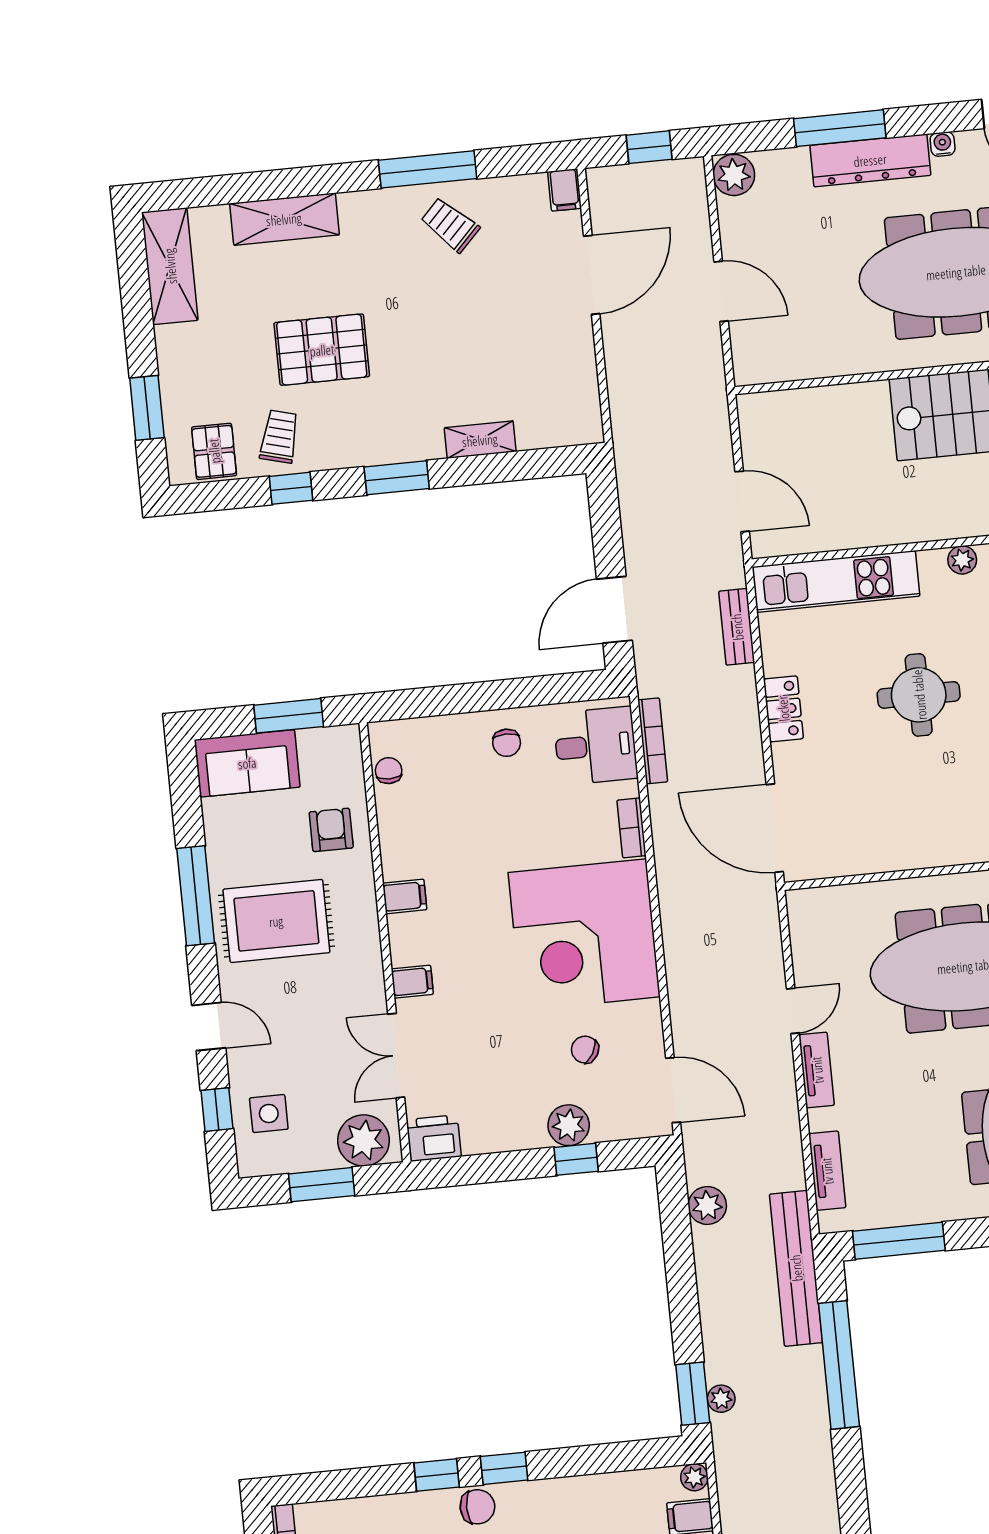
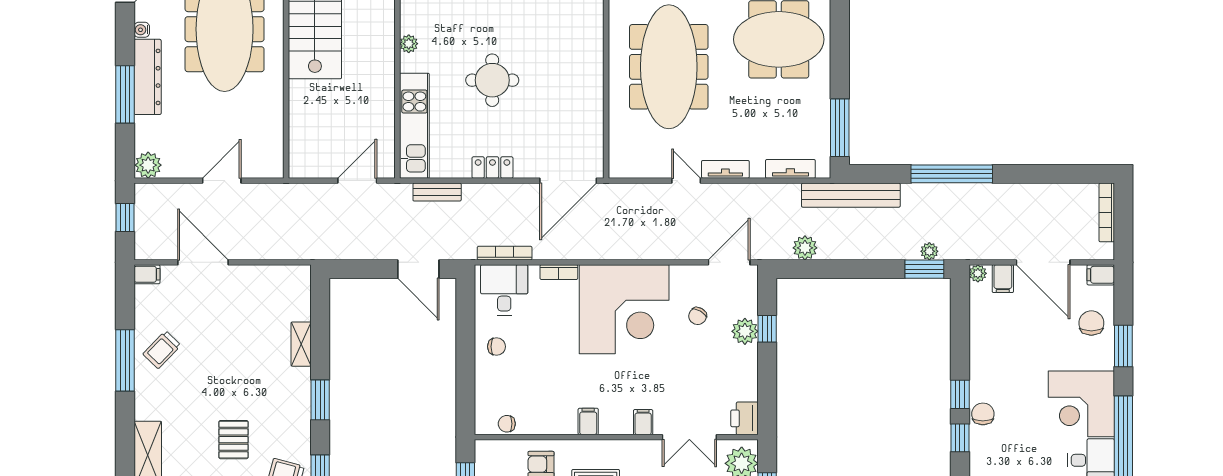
pallet: (322, 350) -> (234, 440), width x0.67, depth x0.71
window: (839, 1365) -> (952, 174), moved

